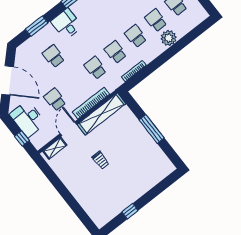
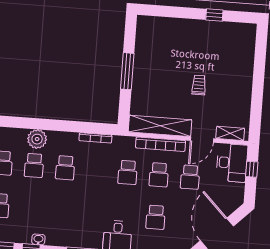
school desk: (116, 52) -> (159, 175), moved
desk: (28, 119) -> (232, 163), moved

